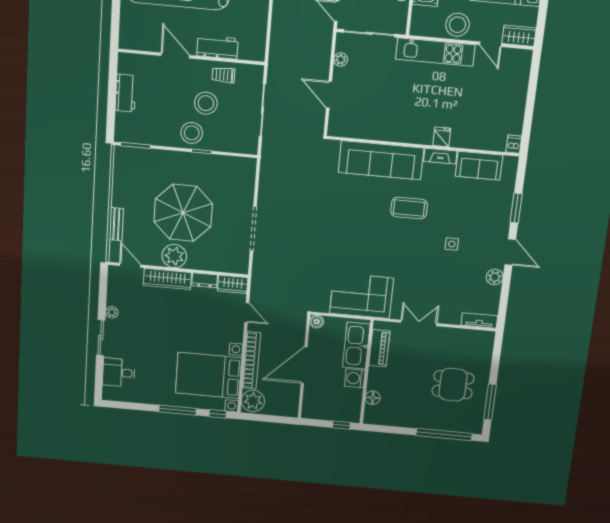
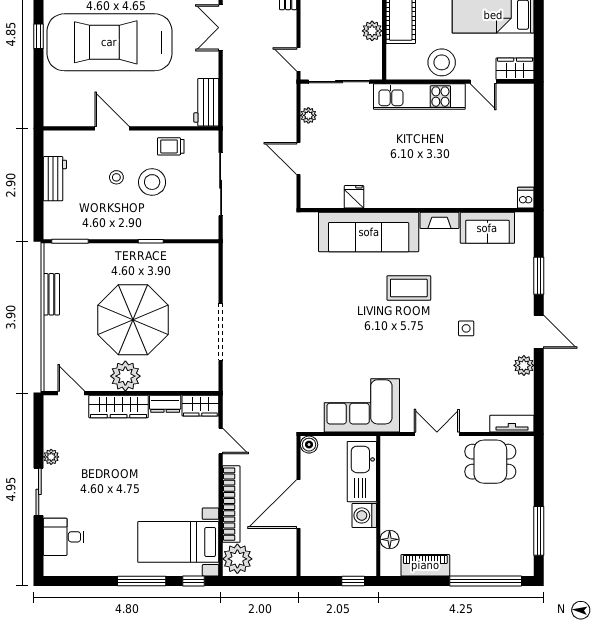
workbench: (217, 47) -> (206, 102), moved, turned -90
stool: (192, 133) -> (116, 177), moved, width x0.53, depth x0.53
fridge: (442, 137) -> (354, 197), moved
bench: (116, 224) -> (51, 294), moved
piano: (379, 348) -> (425, 565), moved, turned -90
bed with nightstands: (208, 375) -> (178, 542), width x0.73
dining table: (453, 385) -> (490, 462), moved

